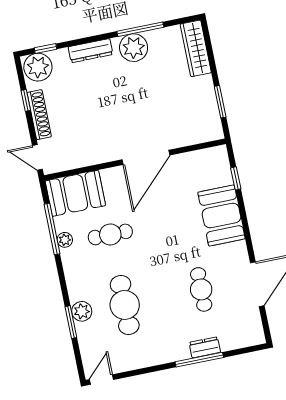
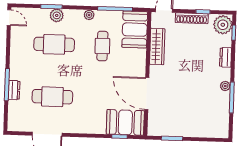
plant: (134, 48) -> (225, 86), width x0.53, depth x0.53
wardrobe: (196, 48) -> (157, 47), moved, turned 90
dresser: (90, 51) -> (226, 57), width x0.70
door: (146, 157) -> (147, 93), moved
booth: (221, 216) -> (125, 122), moved
plant: (65, 240) -> (89, 15), moved
cafe table: (201, 289) -> (52, 97), width x1.37, depth x1.35

